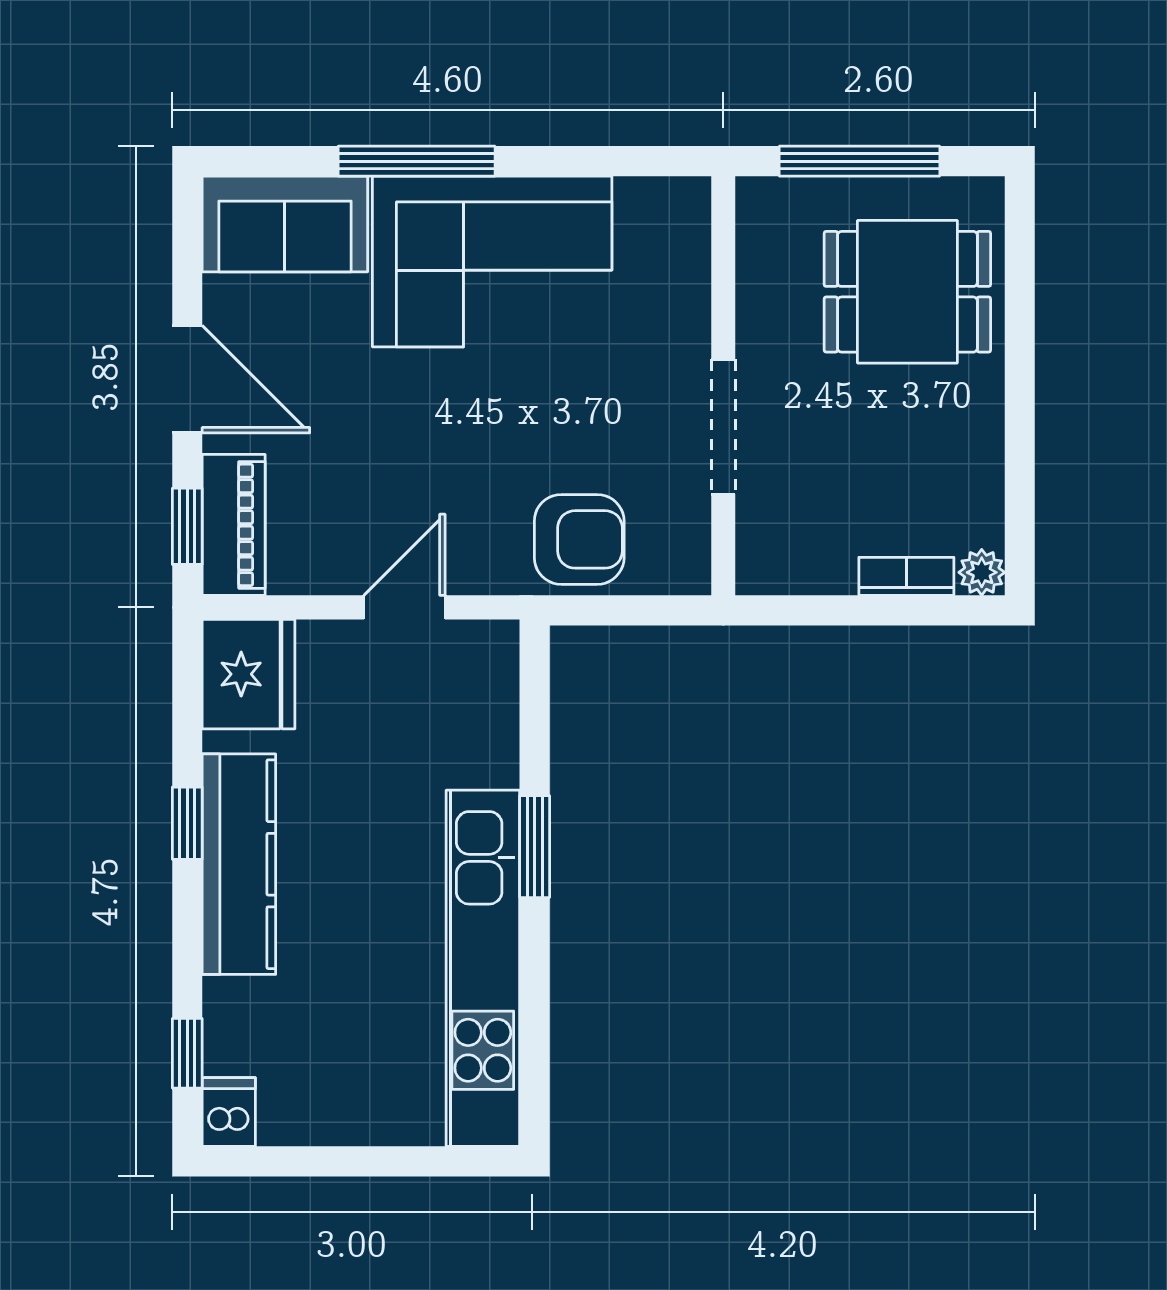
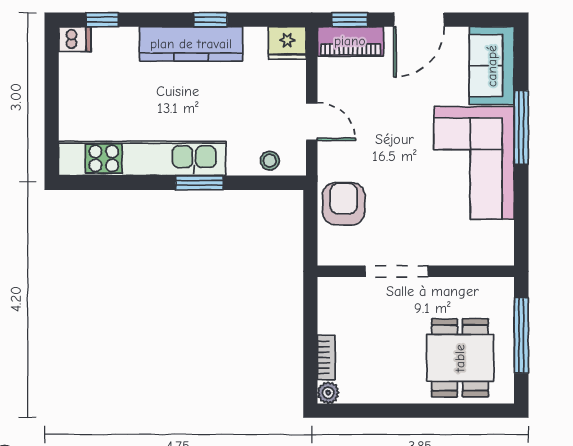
armchair: (579, 539) -> (344, 204), turned 180
fridge: (249, 674) -> (287, 43), width x0.73, depth x0.75
stool: (487, 697) -> (270, 161), added

